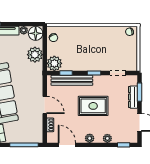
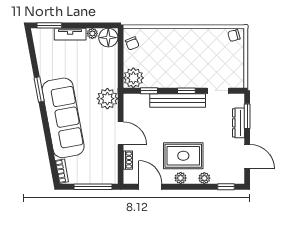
plant: (35, 55) -> (107, 99), moved
bench: (72, 80) -> (178, 100), moved
rug: (93, 106) -> (183, 156), moved

